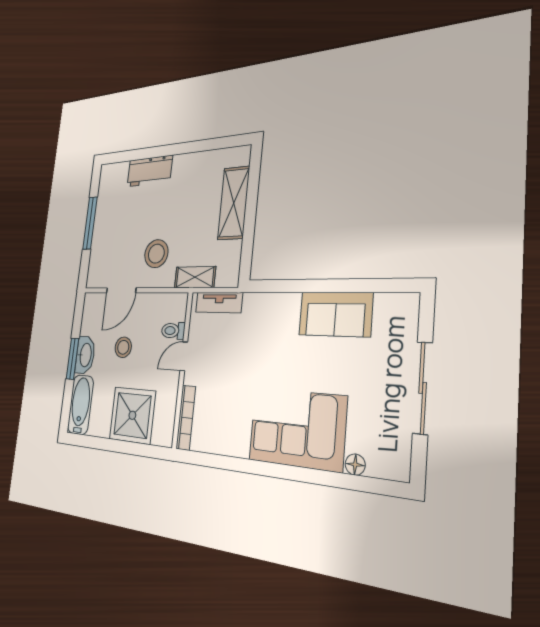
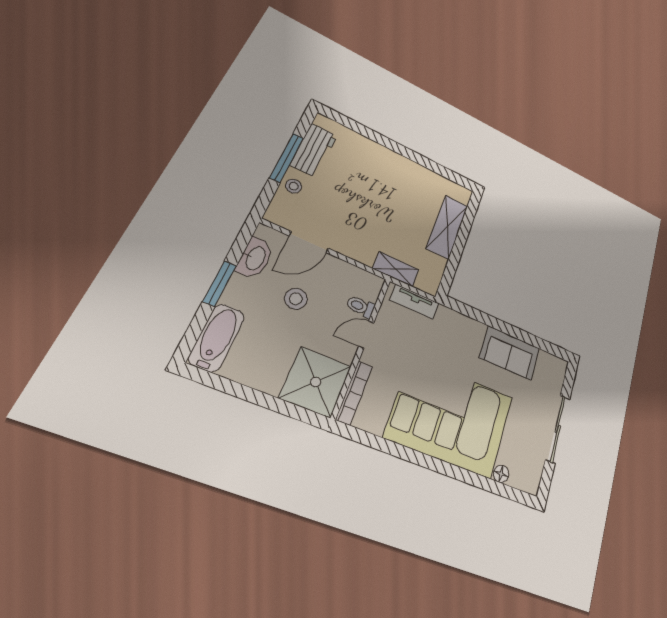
workbench: (150, 171) -> (314, 150), moved, turned -90
stool: (156, 254) -> (294, 186), moved, width x0.53, depth x0.53
washbasin: (85, 355) -> (255, 258), moved
shower: (132, 415) -> (316, 382), moved
corner sofa: (297, 429) -> (450, 417), width x1.36, depth x1.36

